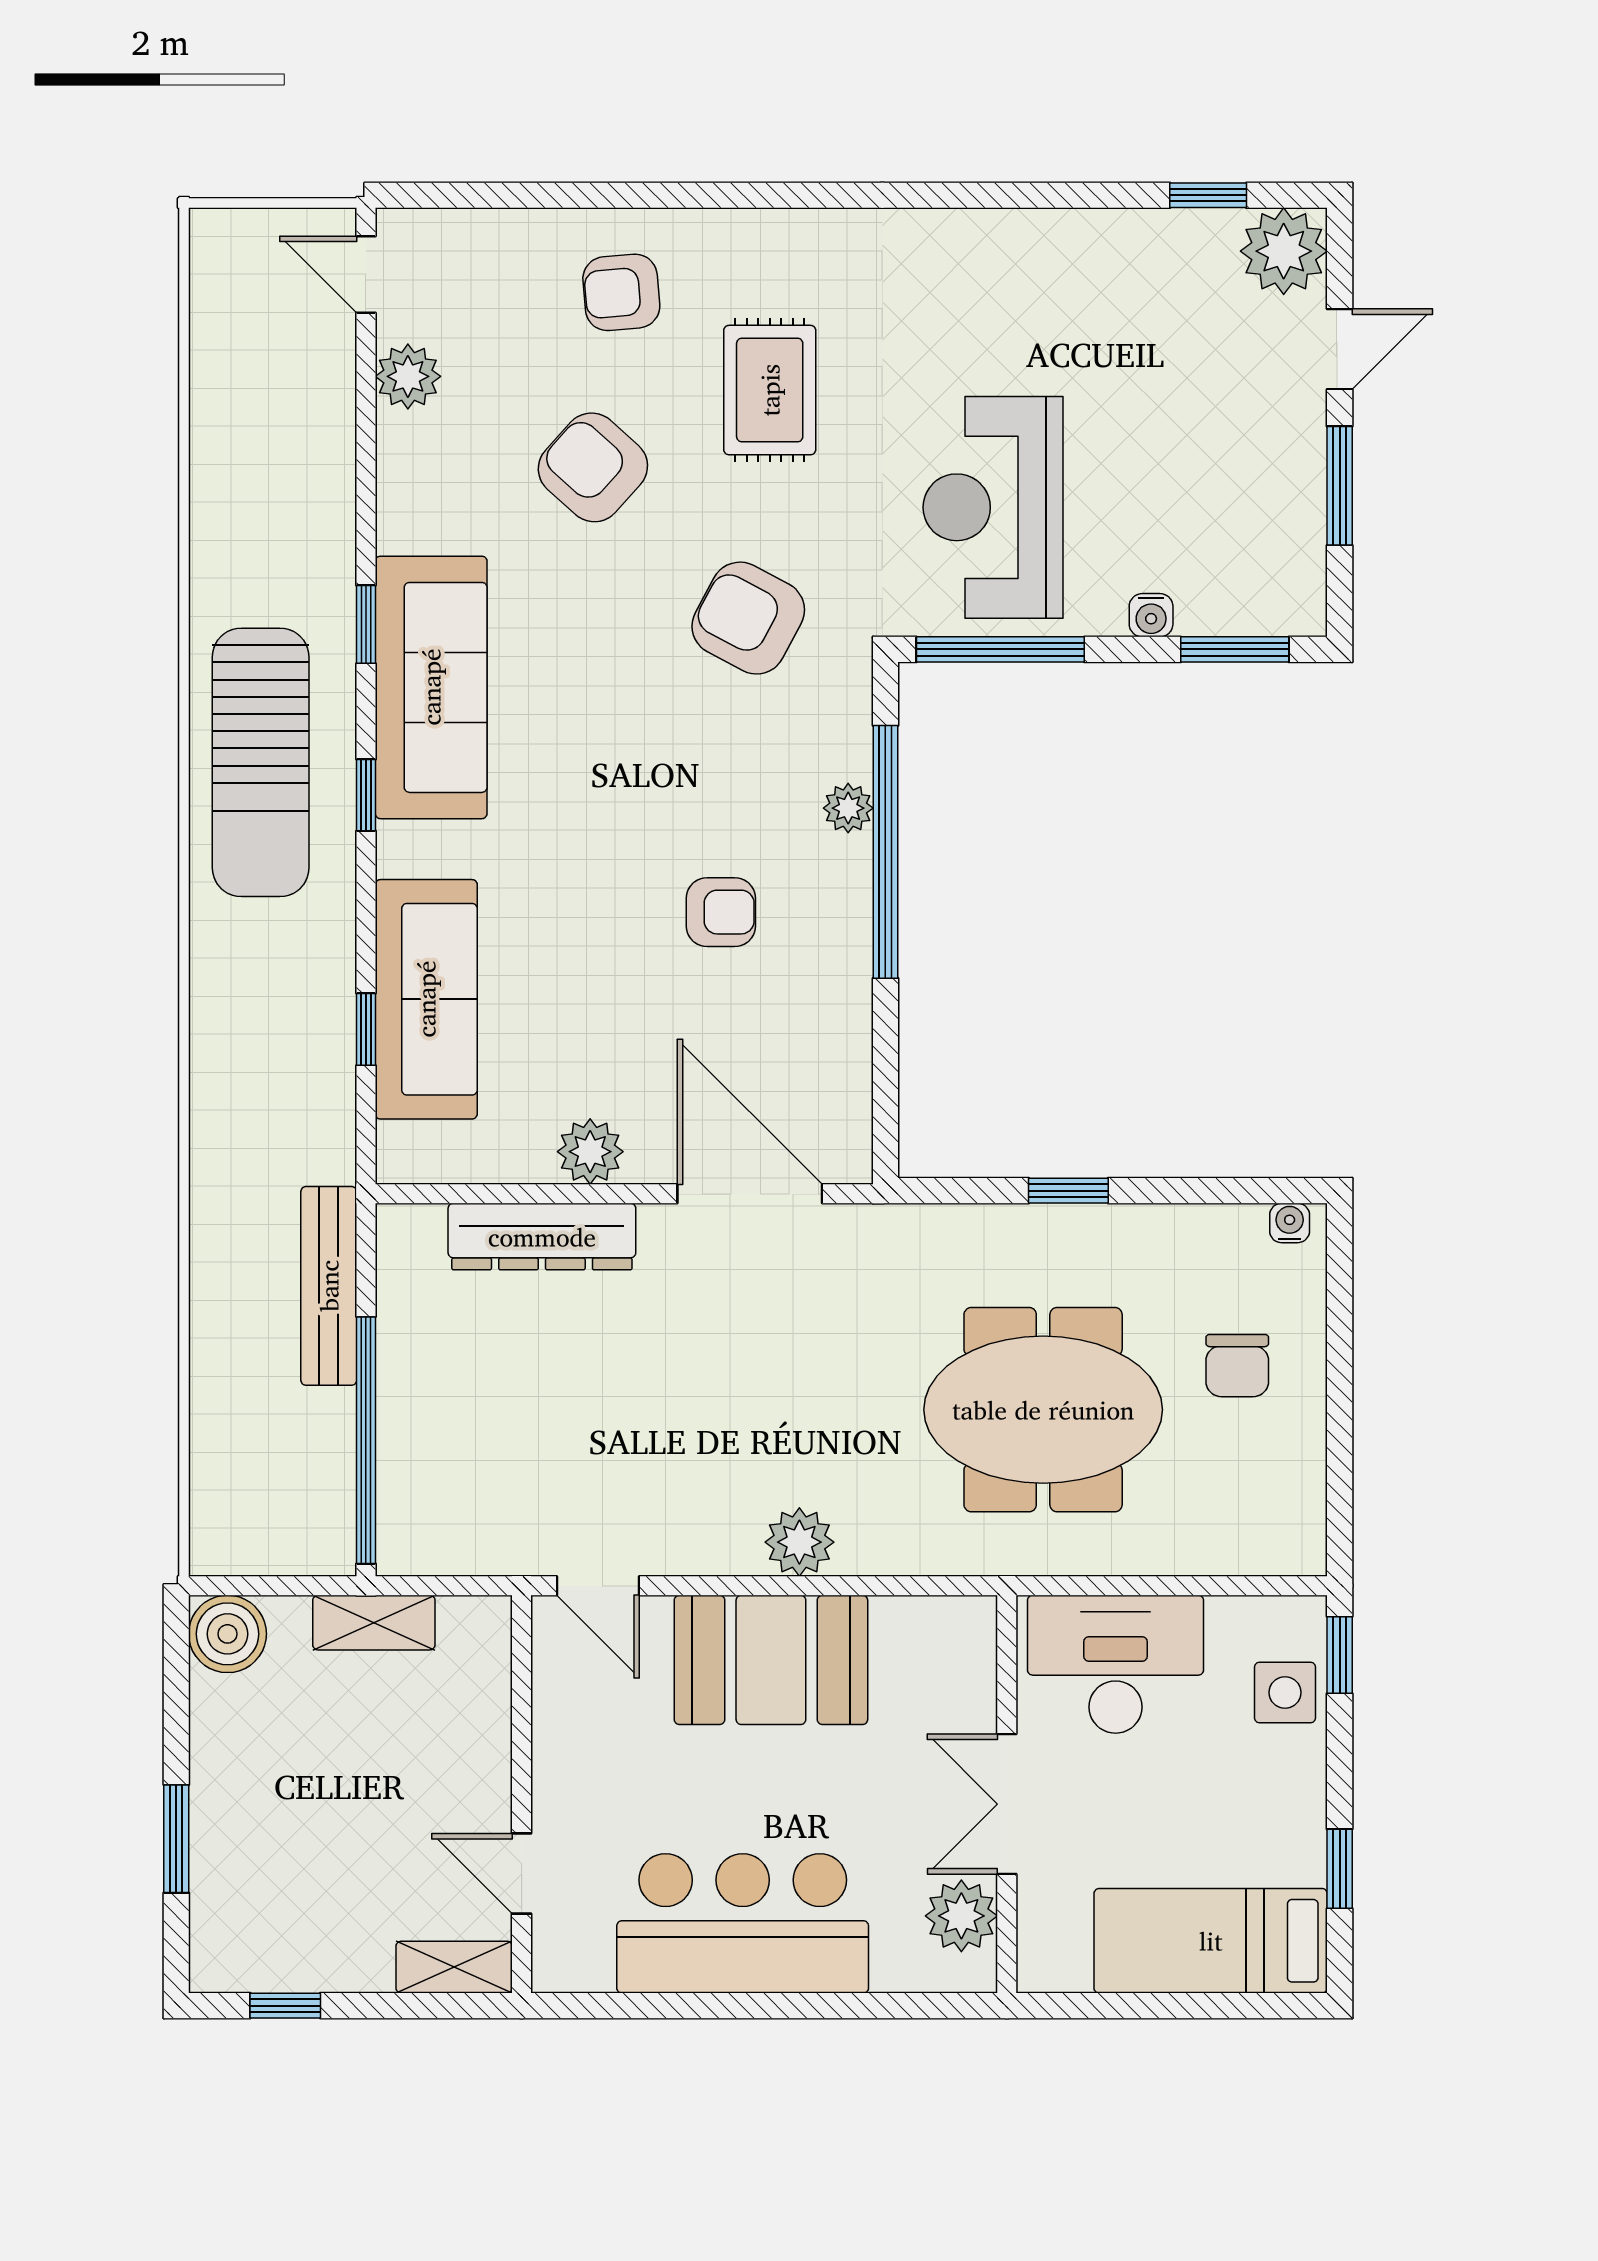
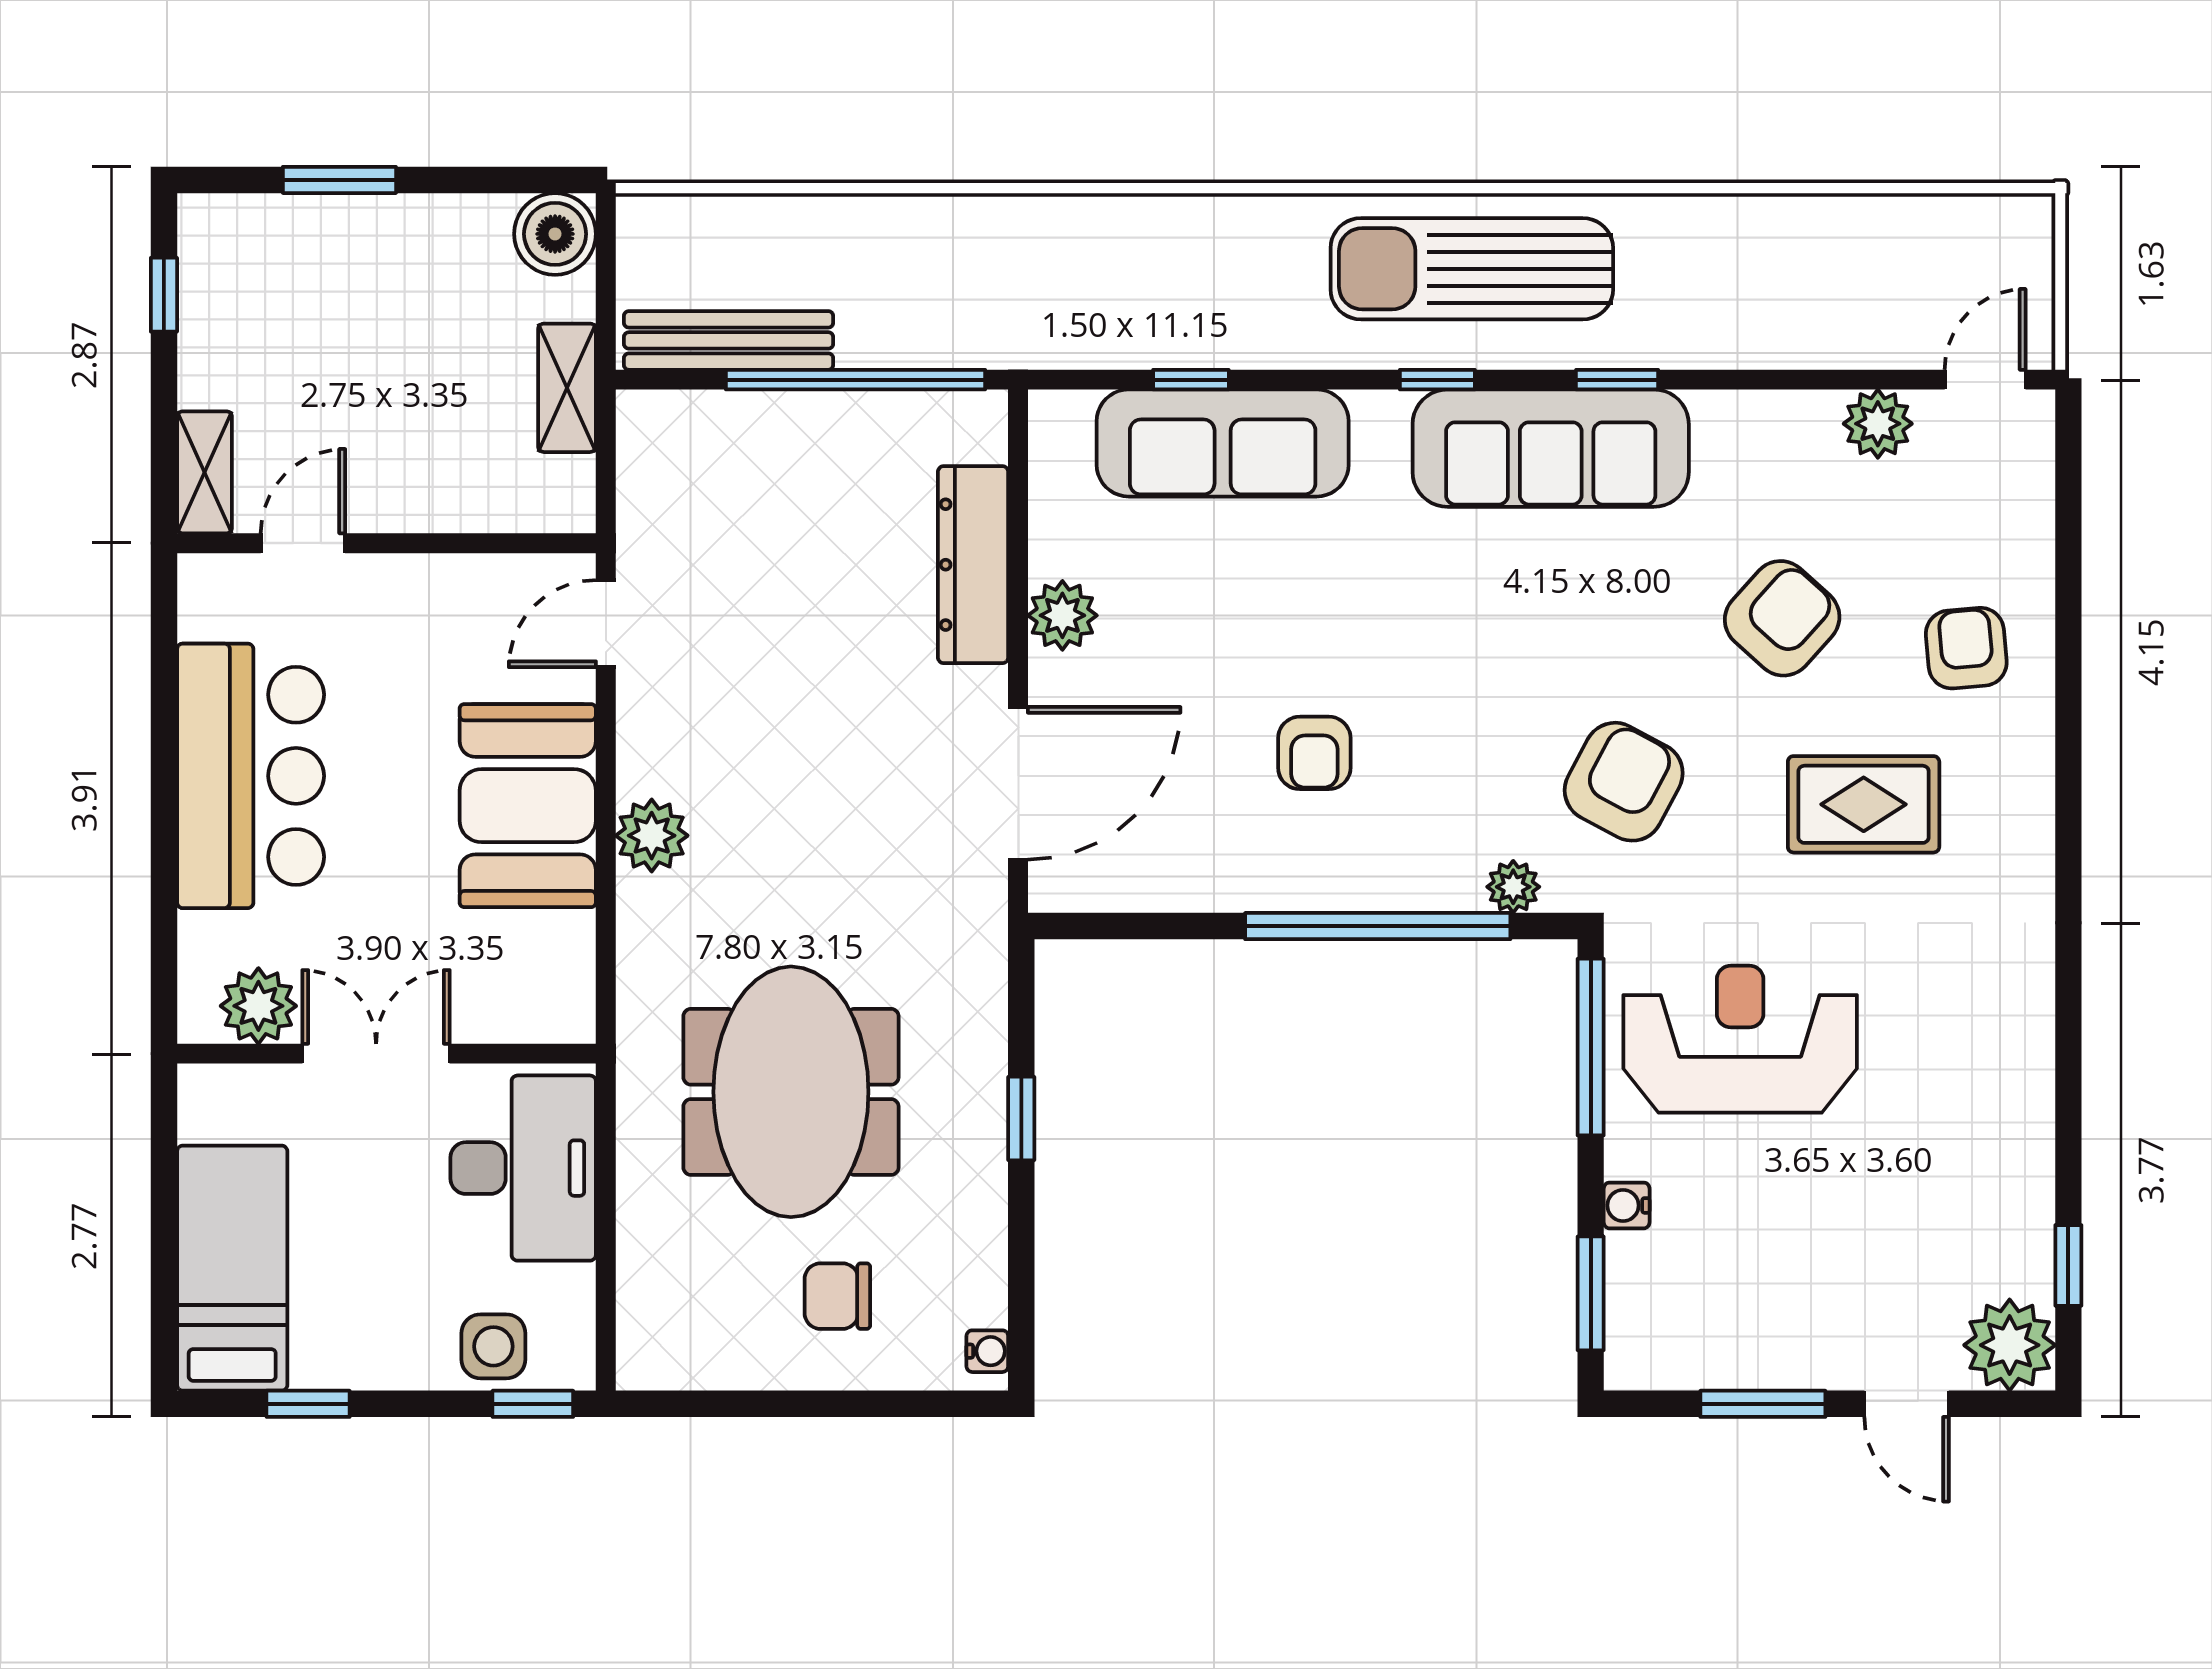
plant: (848, 808) -> (1513, 887), moved
bench: (329, 1286) -> (729, 340), moved
window: (366, 1440) -> (855, 380), moved

